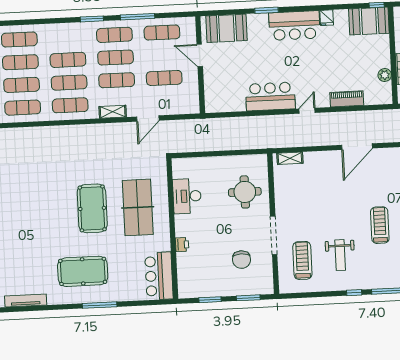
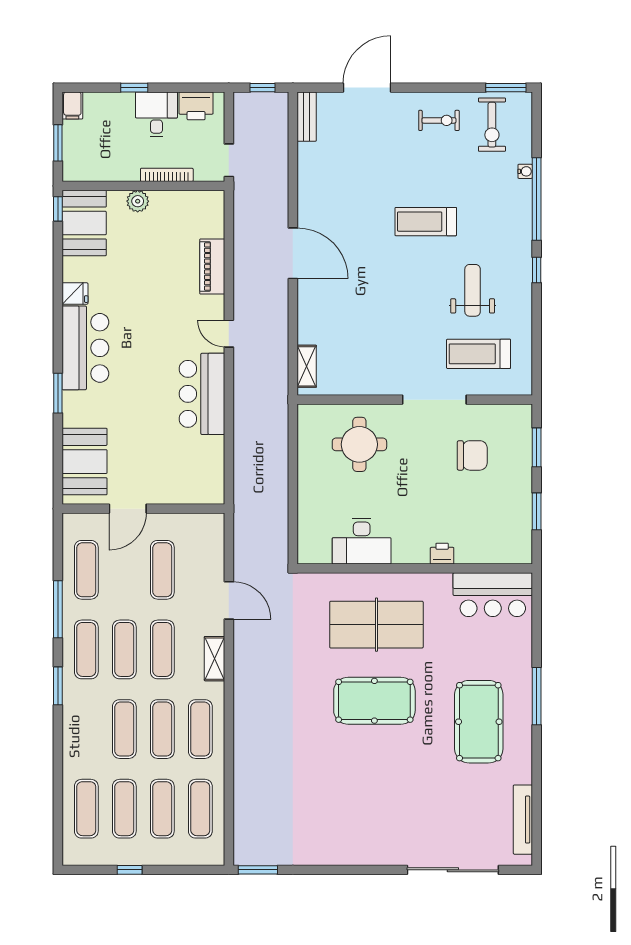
plant: (385, 75) -> (138, 201), moved
weight bench: (340, 255) -> (473, 290), turned -90

